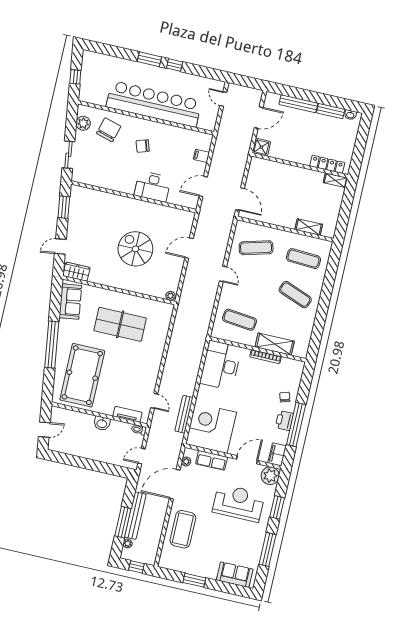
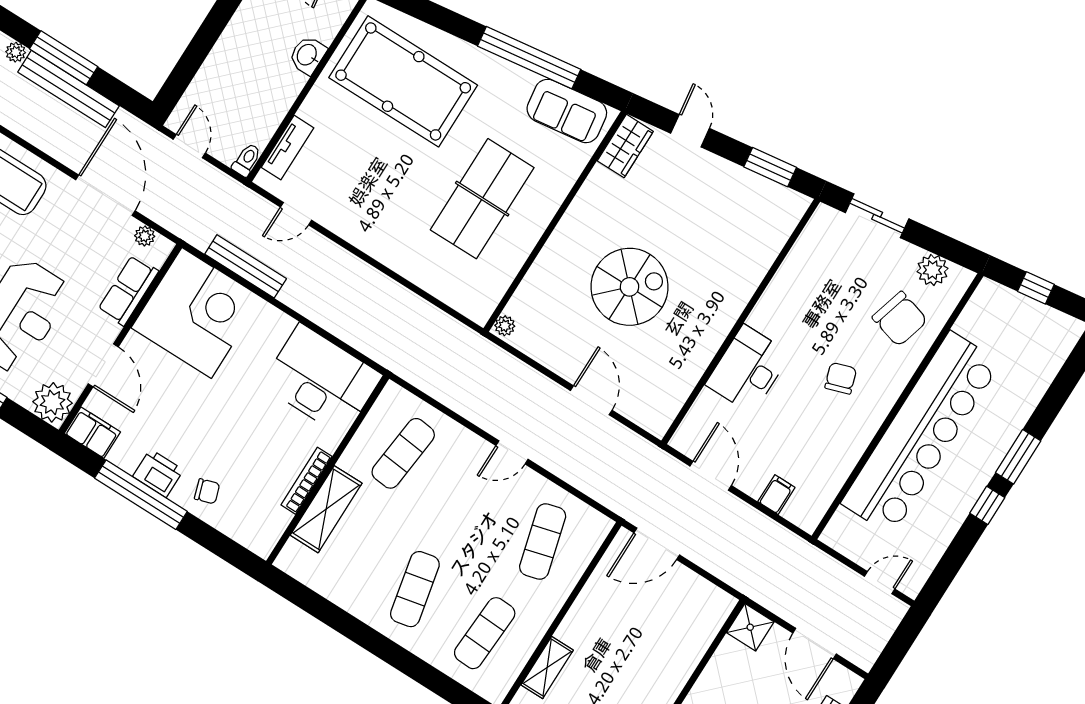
exercise mat: (295, 295) -> (415, 589), turned -33
window: (52, 345) -> (529, 58), moved
washbasin: (102, 423) -> (307, 55), moved

